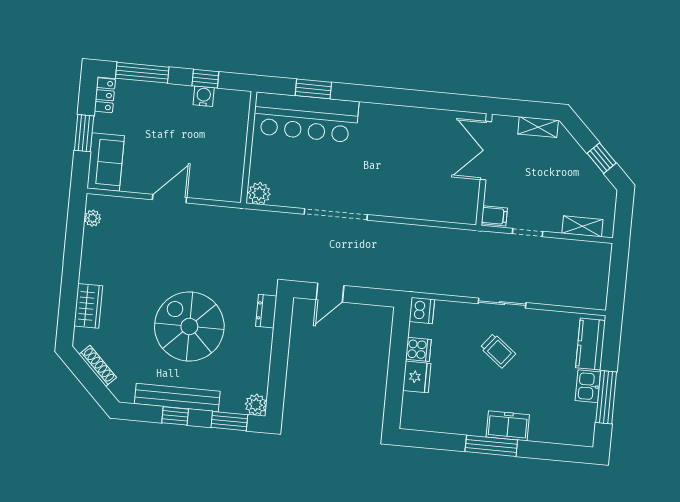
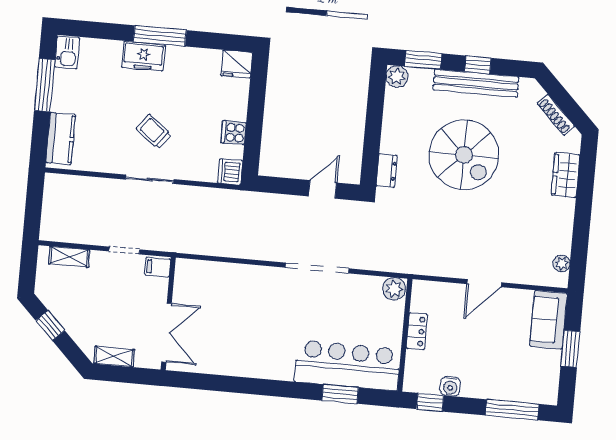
window: (205, 79) -> (430, 402), moved
locker: (105, 95) -> (417, 331), moved, turned 180
fridge: (417, 377) -> (237, 64), moved, turned -90
kitchen sink: (588, 386) -> (67, 52), moved

